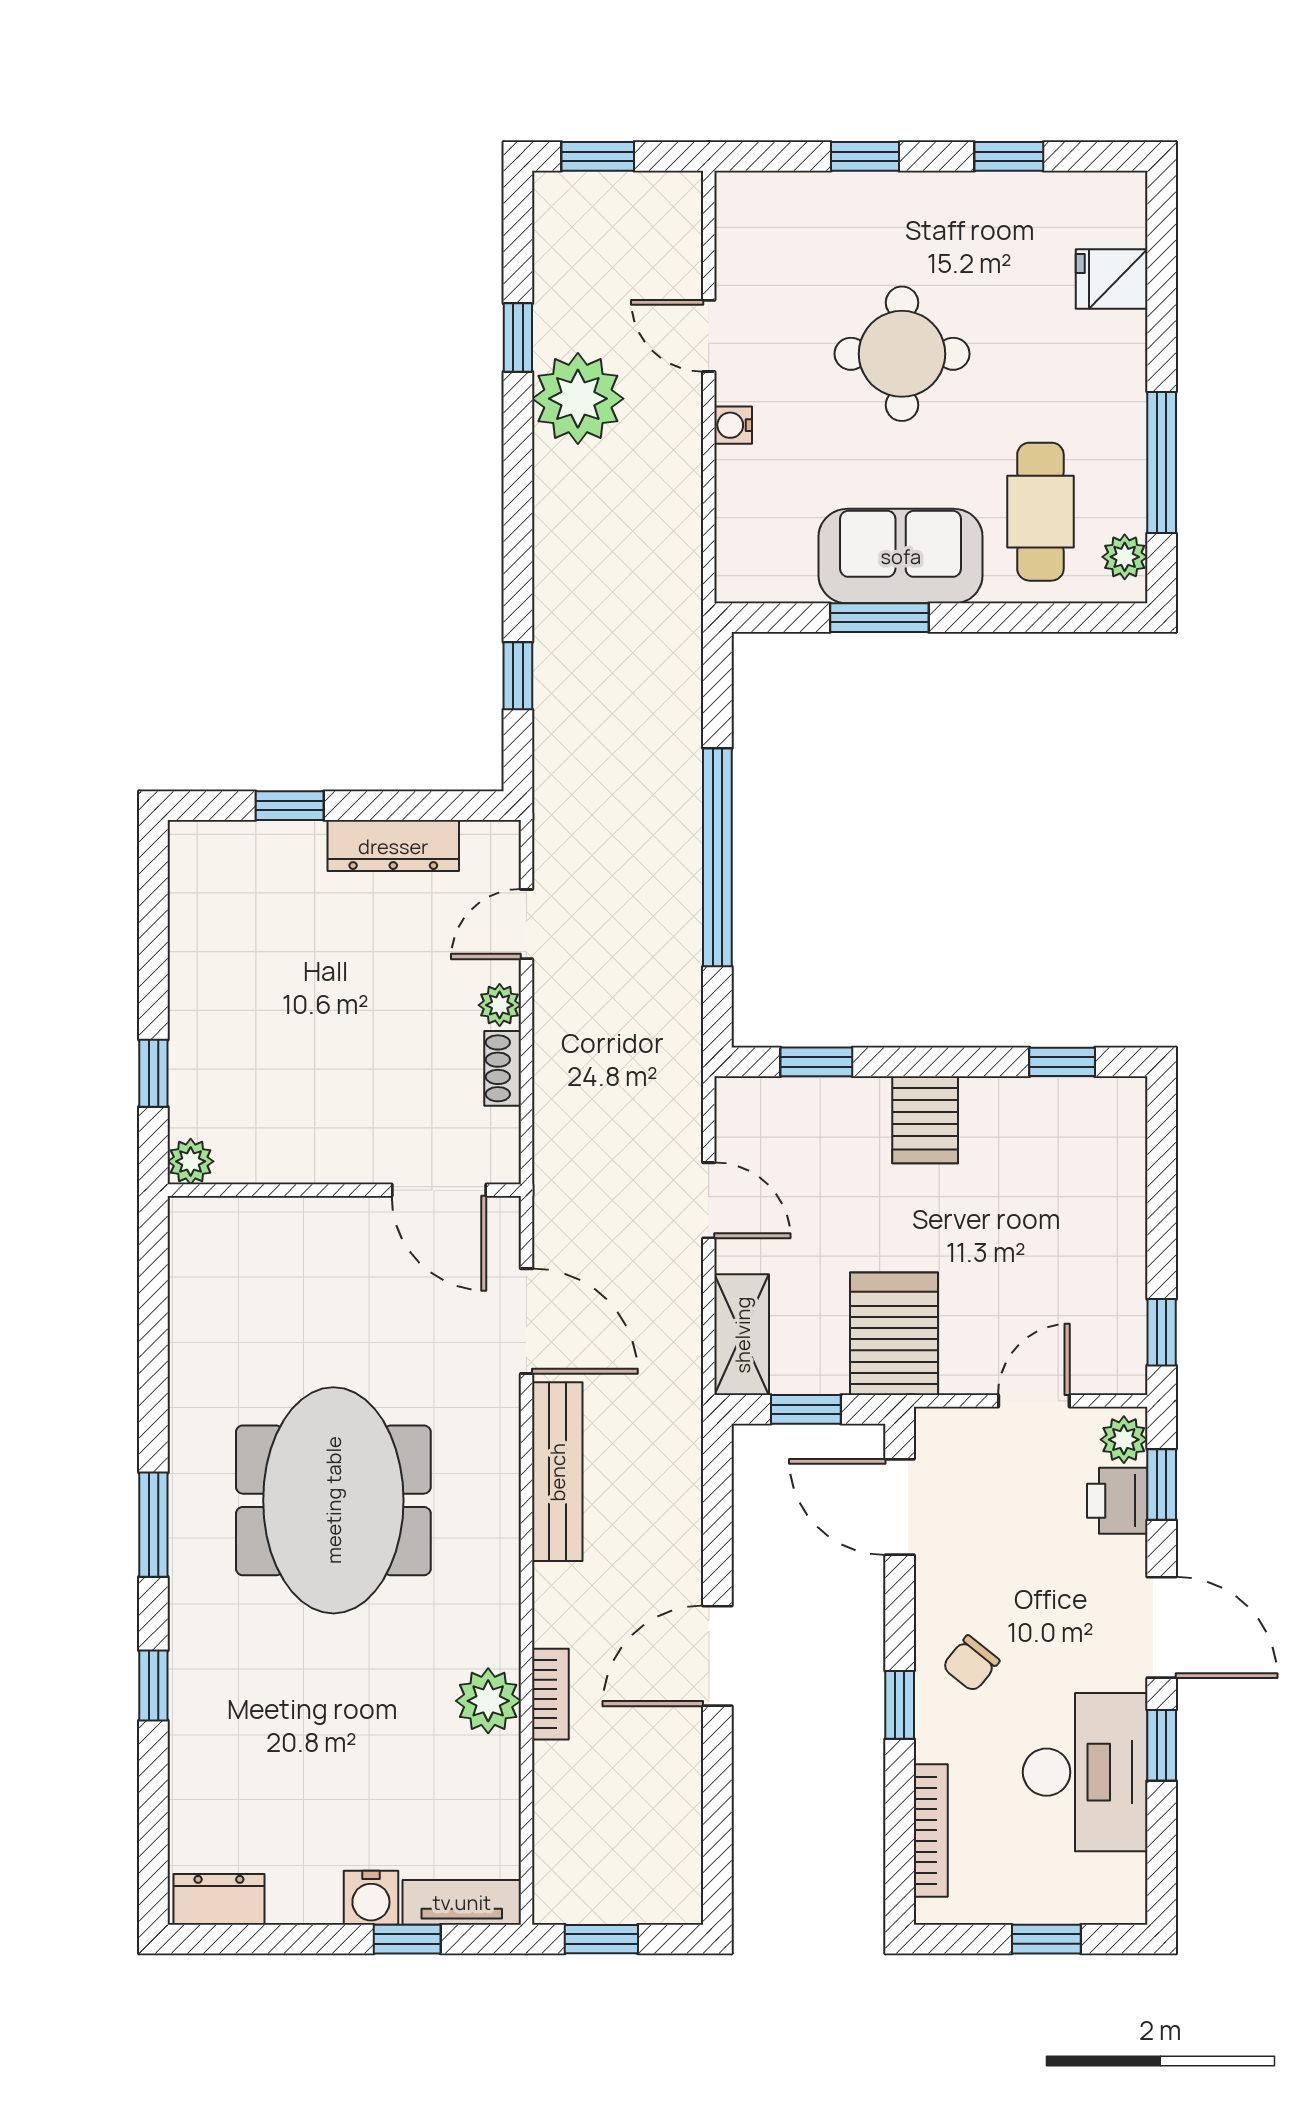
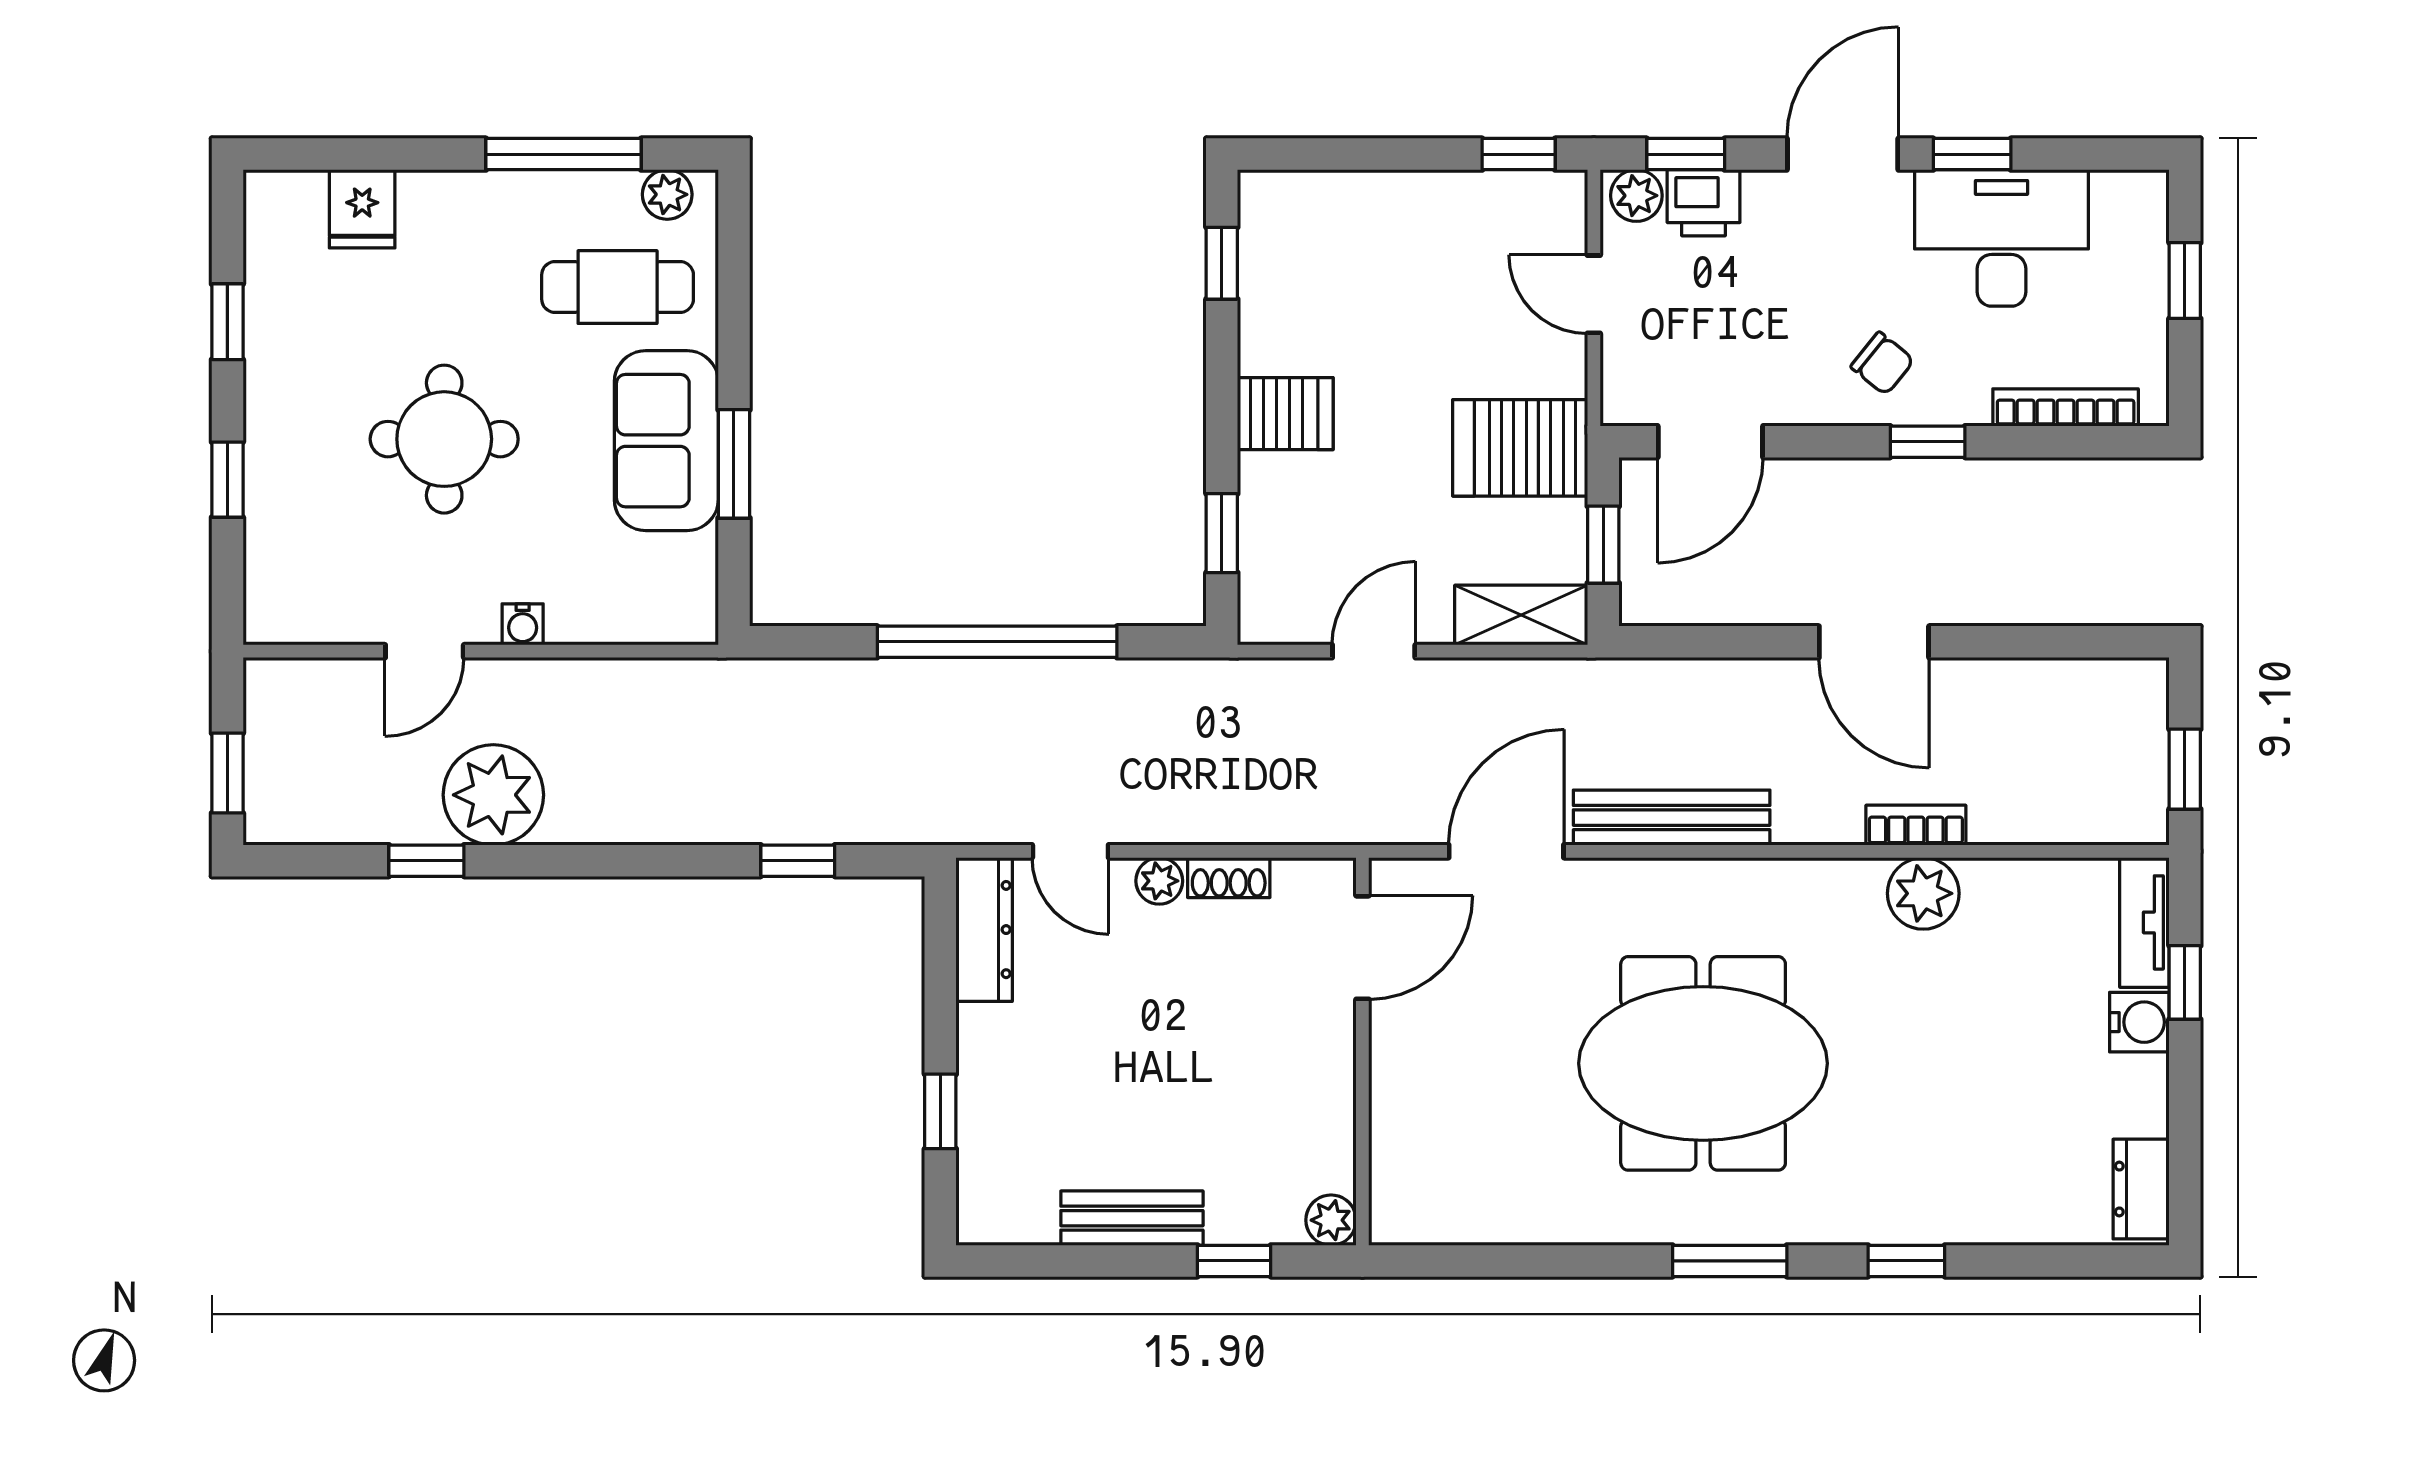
dresser: (393, 846) -> (984, 930), moved
bench: (192, 980) -> (1132, 1218), added

